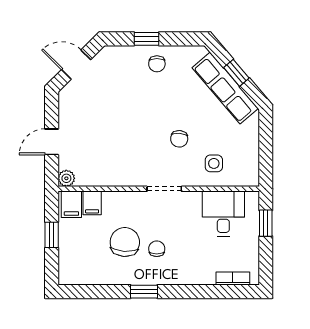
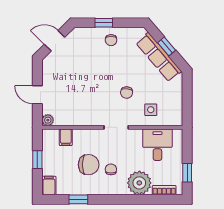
door: (52, 142) -> (37, 95), hinge flipped
filing cabinet: (71, 204) -> (49, 186), moved, turned 180
window: (266, 223) -> (187, 173), moved
chair: (125, 242) -> (89, 165), turned 86
plant: (197, 268) -> (139, 183), added
window: (144, 292) -> (78, 199), moved

